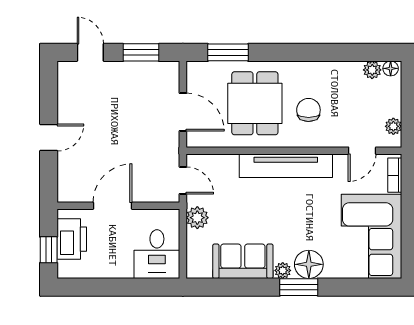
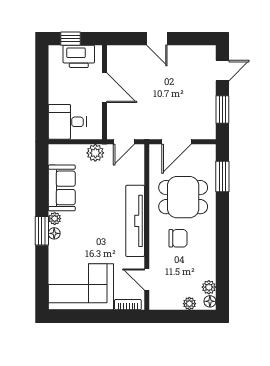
plant: (393, 126) -> (189, 304), moved
floor lamp: (309, 264) -> (54, 233), width x0.53, depth x0.53

